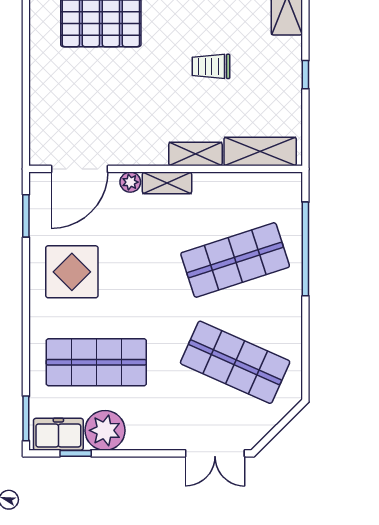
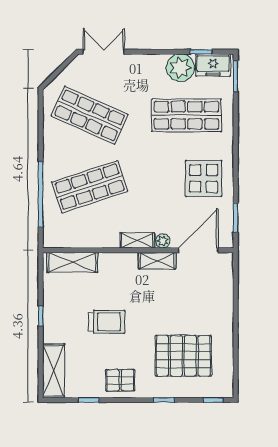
trolley: (211, 66) -> (106, 322), width x1.36, depth x1.39
shelving: (195, 154) -> (157, 261), moved

